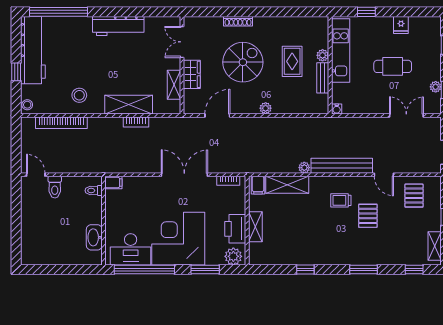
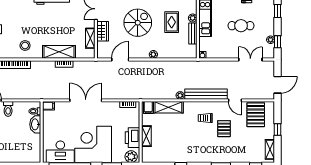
double door: (184, 175) -> (86, 100), moved
pallet: (414, 196) -> (256, 115), width x1.50, depth x1.42
washbasin: (94, 237) -> (35, 124), moved

